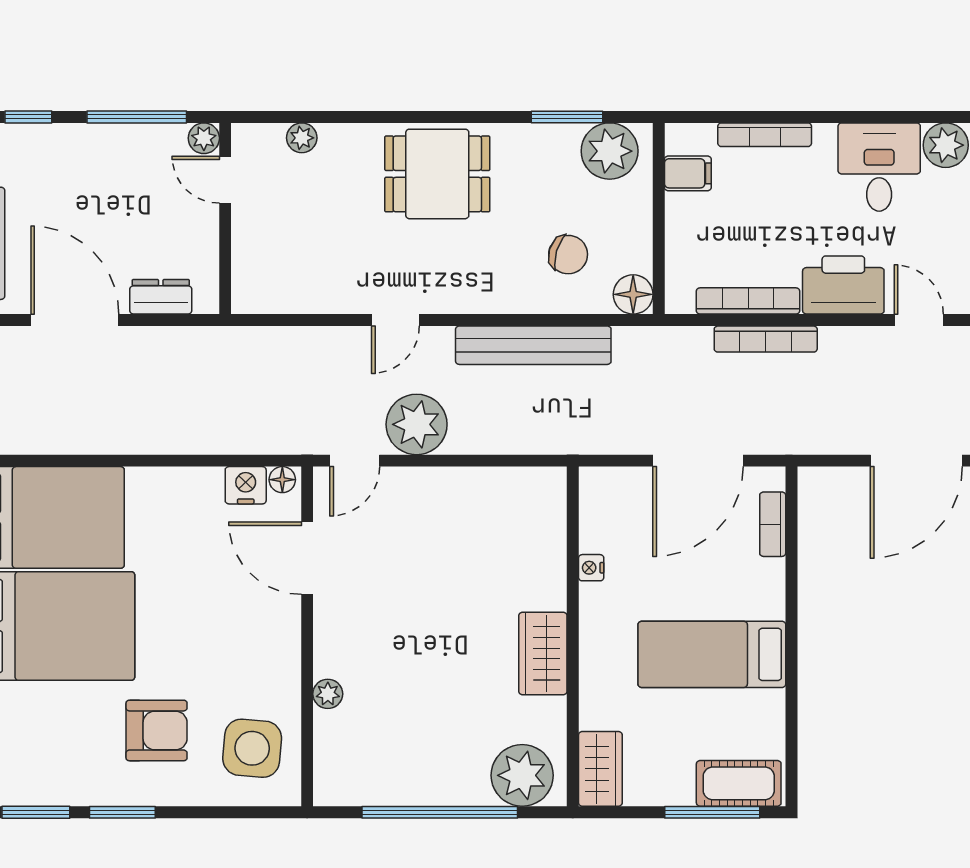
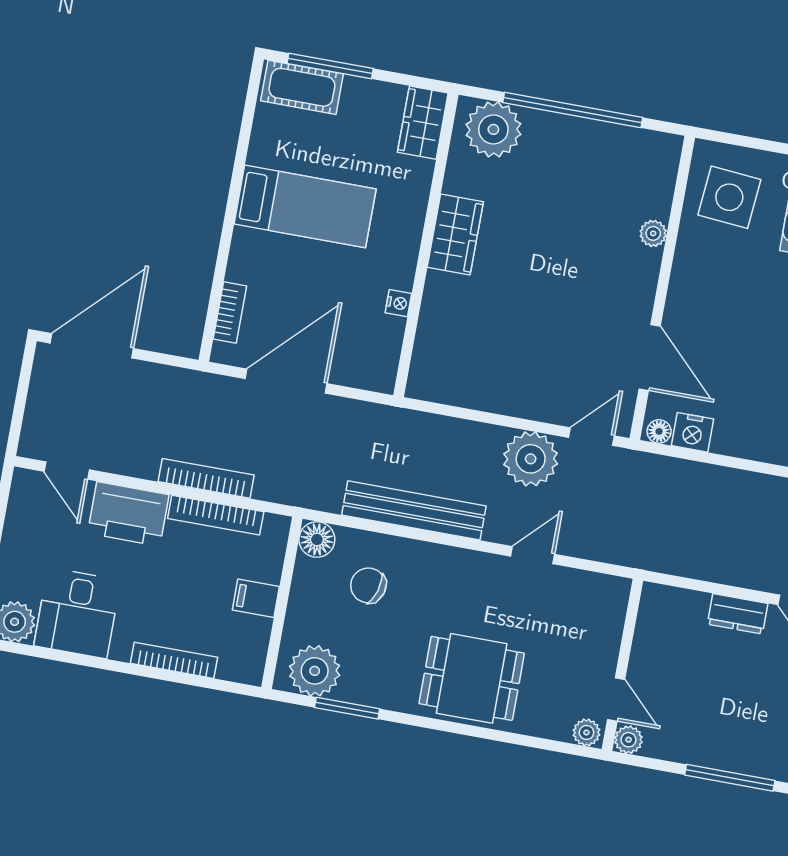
plant: (204, 138) -> (628, 740), moved
filing cabinet: (688, 173) -> (256, 598), moved
door: (225, 180) -> (616, 699), moved
wall: (225, 218) -> (622, 665), moved

